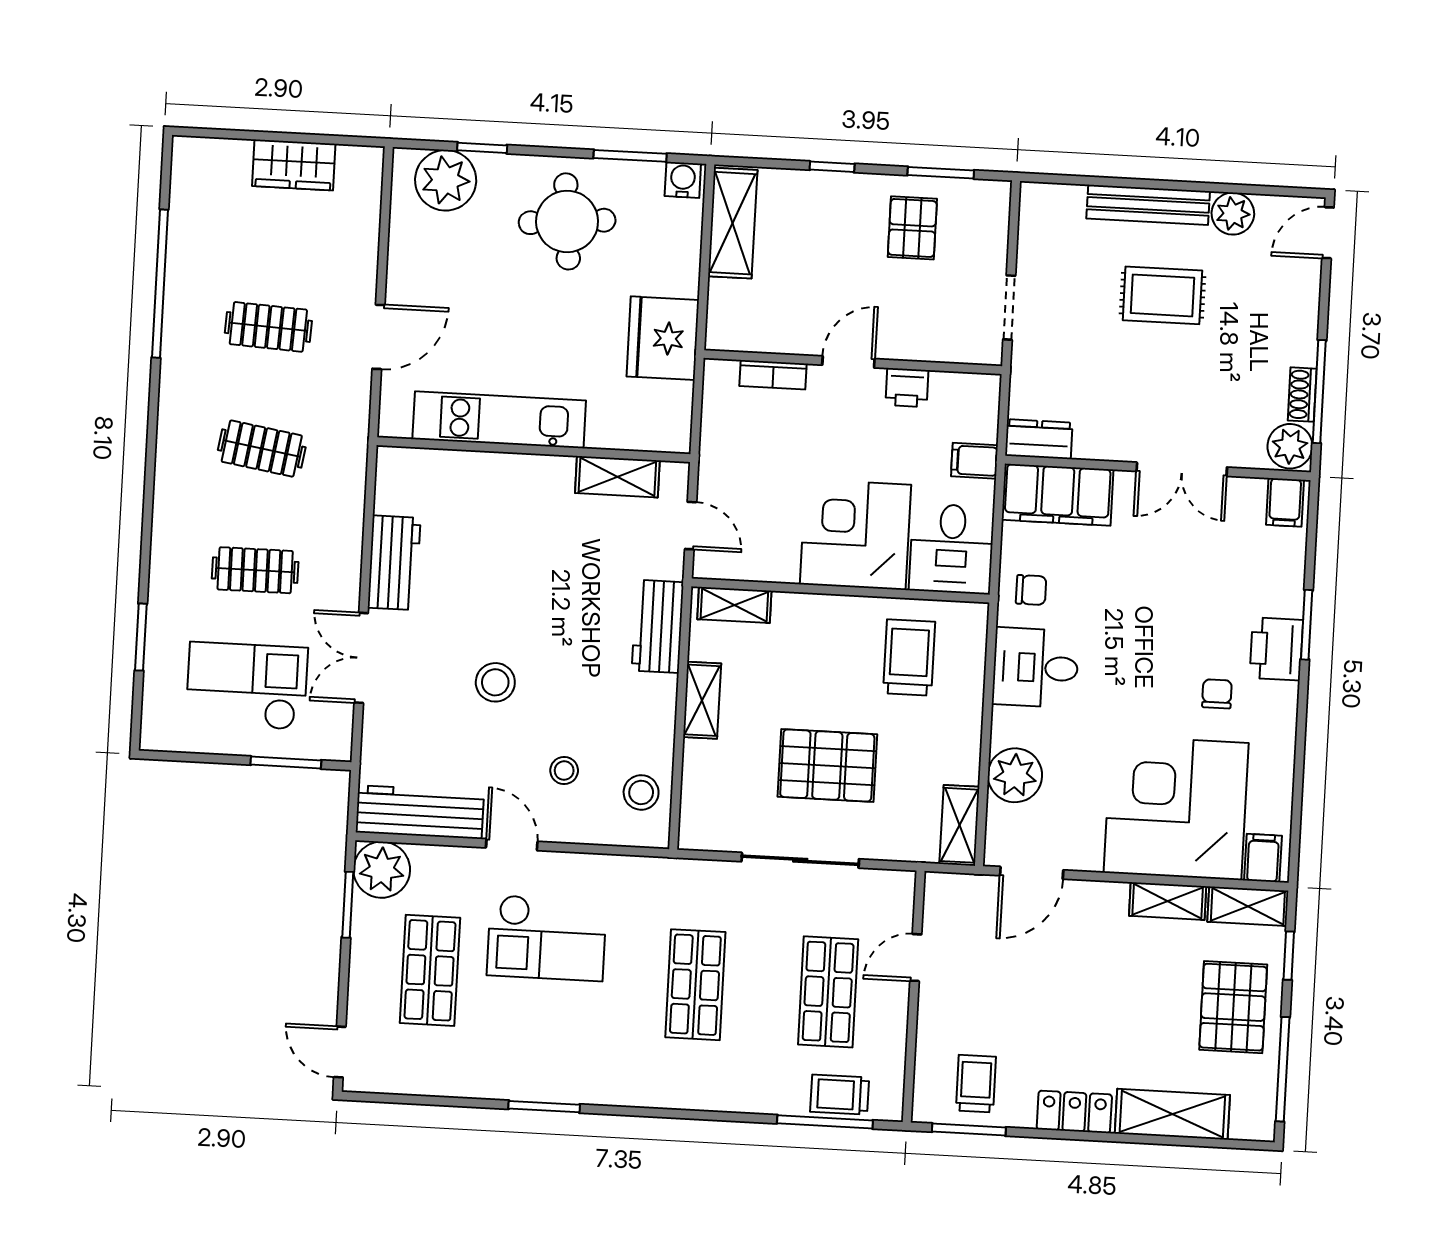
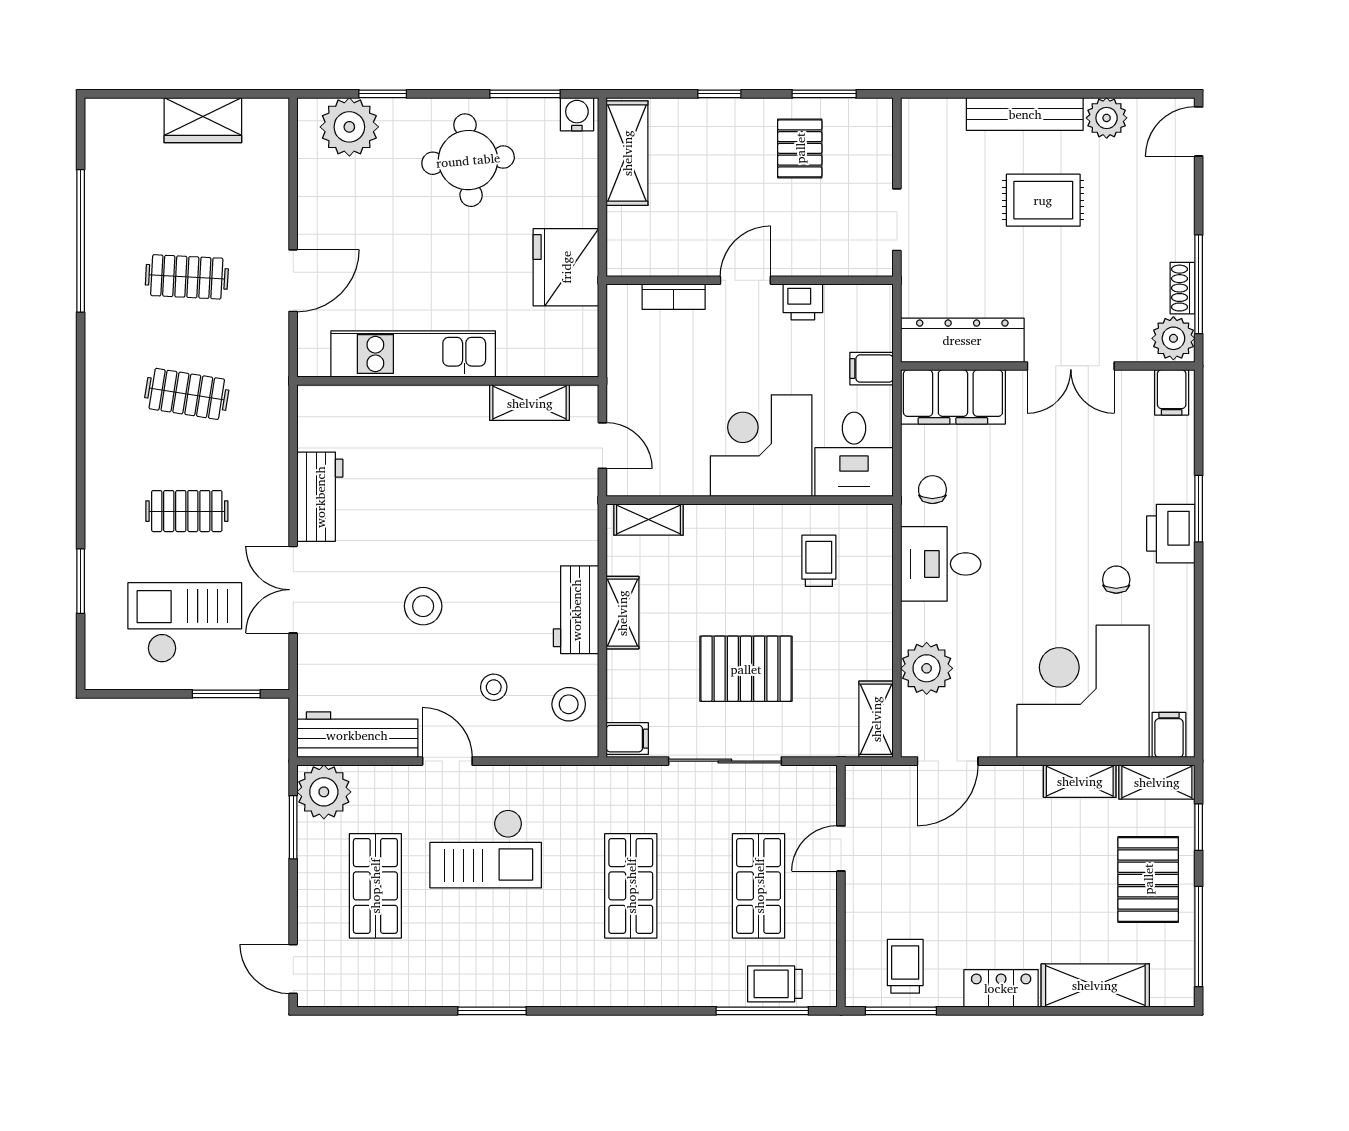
dresser: (1039, 439) -> (962, 340), width x1.96, depth x1.24
chair: (1031, 590) -> (932, 490), turned -90
workbench: (658, 626) -> (576, 610), moved
trolley: (909, 657) -> (819, 561), width x0.73, depth x0.72
filing cabinet: (700, 831) -> (627, 739), added

